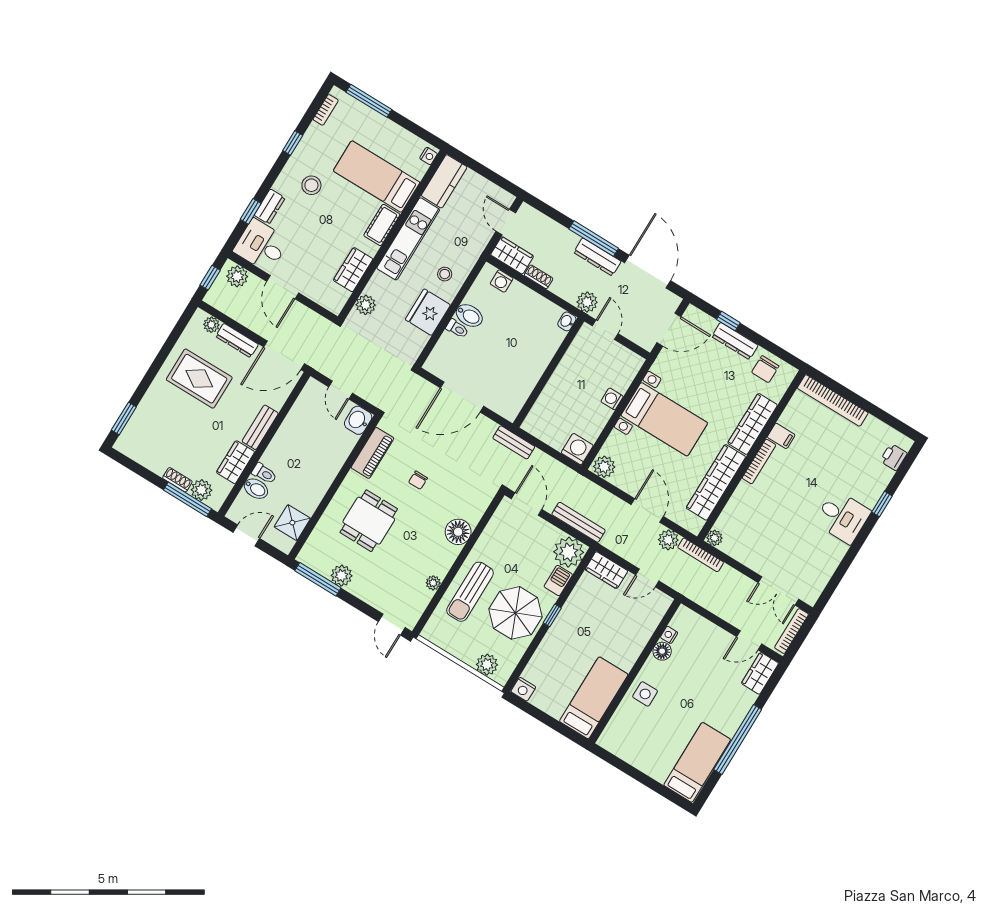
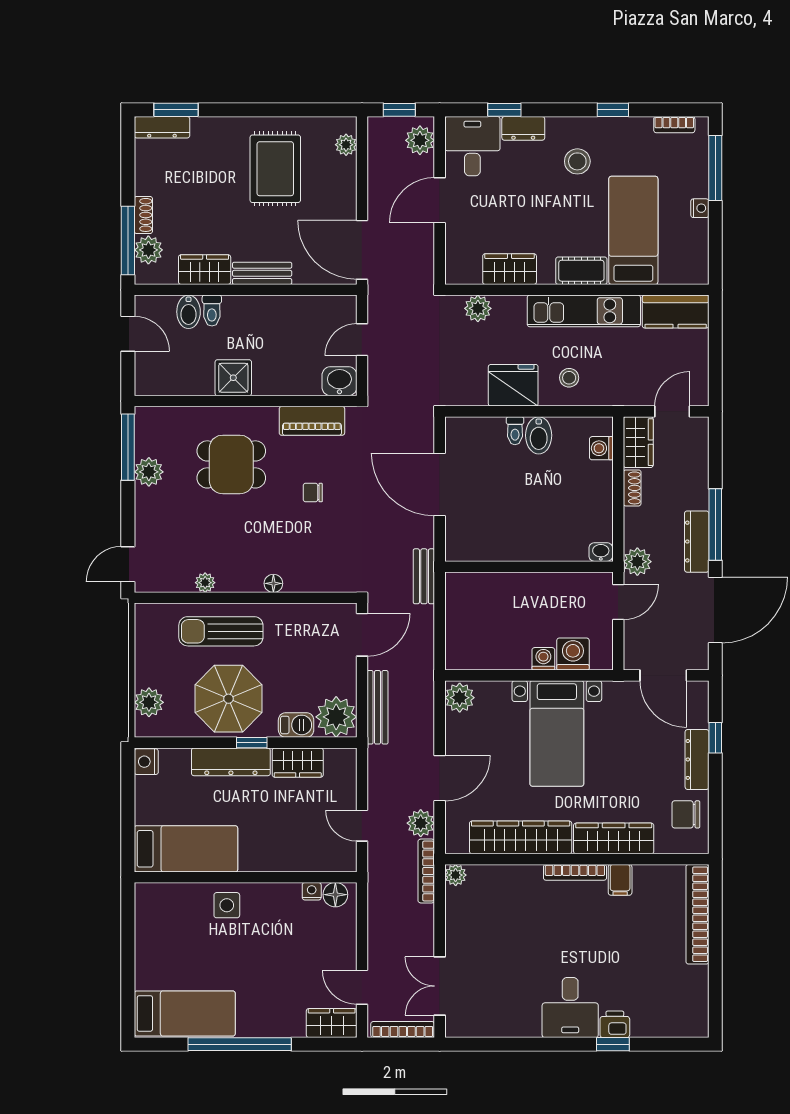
nightstand: (428, 156) -> (700, 208), moved, turned -90
dresser: (237, 340) -> (162, 127), moved, turned -90
washing machine: (577, 449) -> (573, 654), moved, turned -90
printer: (894, 457) -> (615, 1024), moved
shower: (292, 523) -> (233, 378), moved
floor lamp: (458, 532) -> (273, 583), width x0.53, depth x0.53
wardrobe: (606, 570) -> (298, 763), moved, turned -90
dresser: (556, 636) -> (231, 762), added
floor lamp: (662, 651) -> (335, 895), moved

